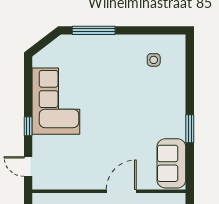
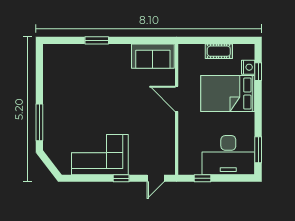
side table: (154, 60) -> (65, 71), removed
window: (190, 129) -> (97, 40), moved

